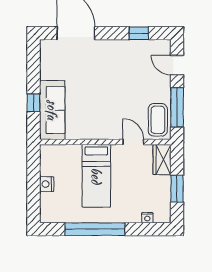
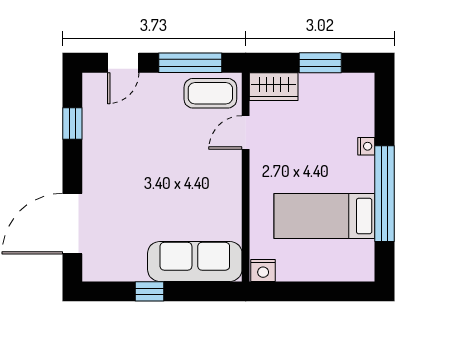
window: (34, 103) -> (149, 291), moved
bed: (96, 176) -> (324, 216), moved, turned 180
nightstand: (47, 184) -> (263, 270), moved
nightstand: (147, 218) -> (366, 146), moved

